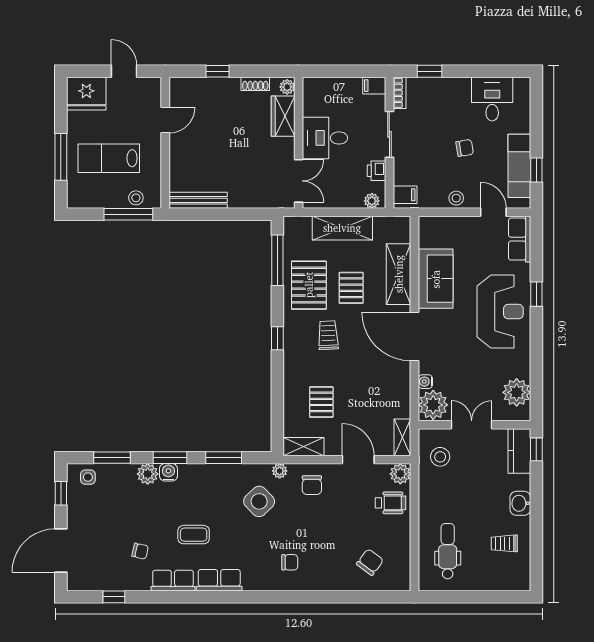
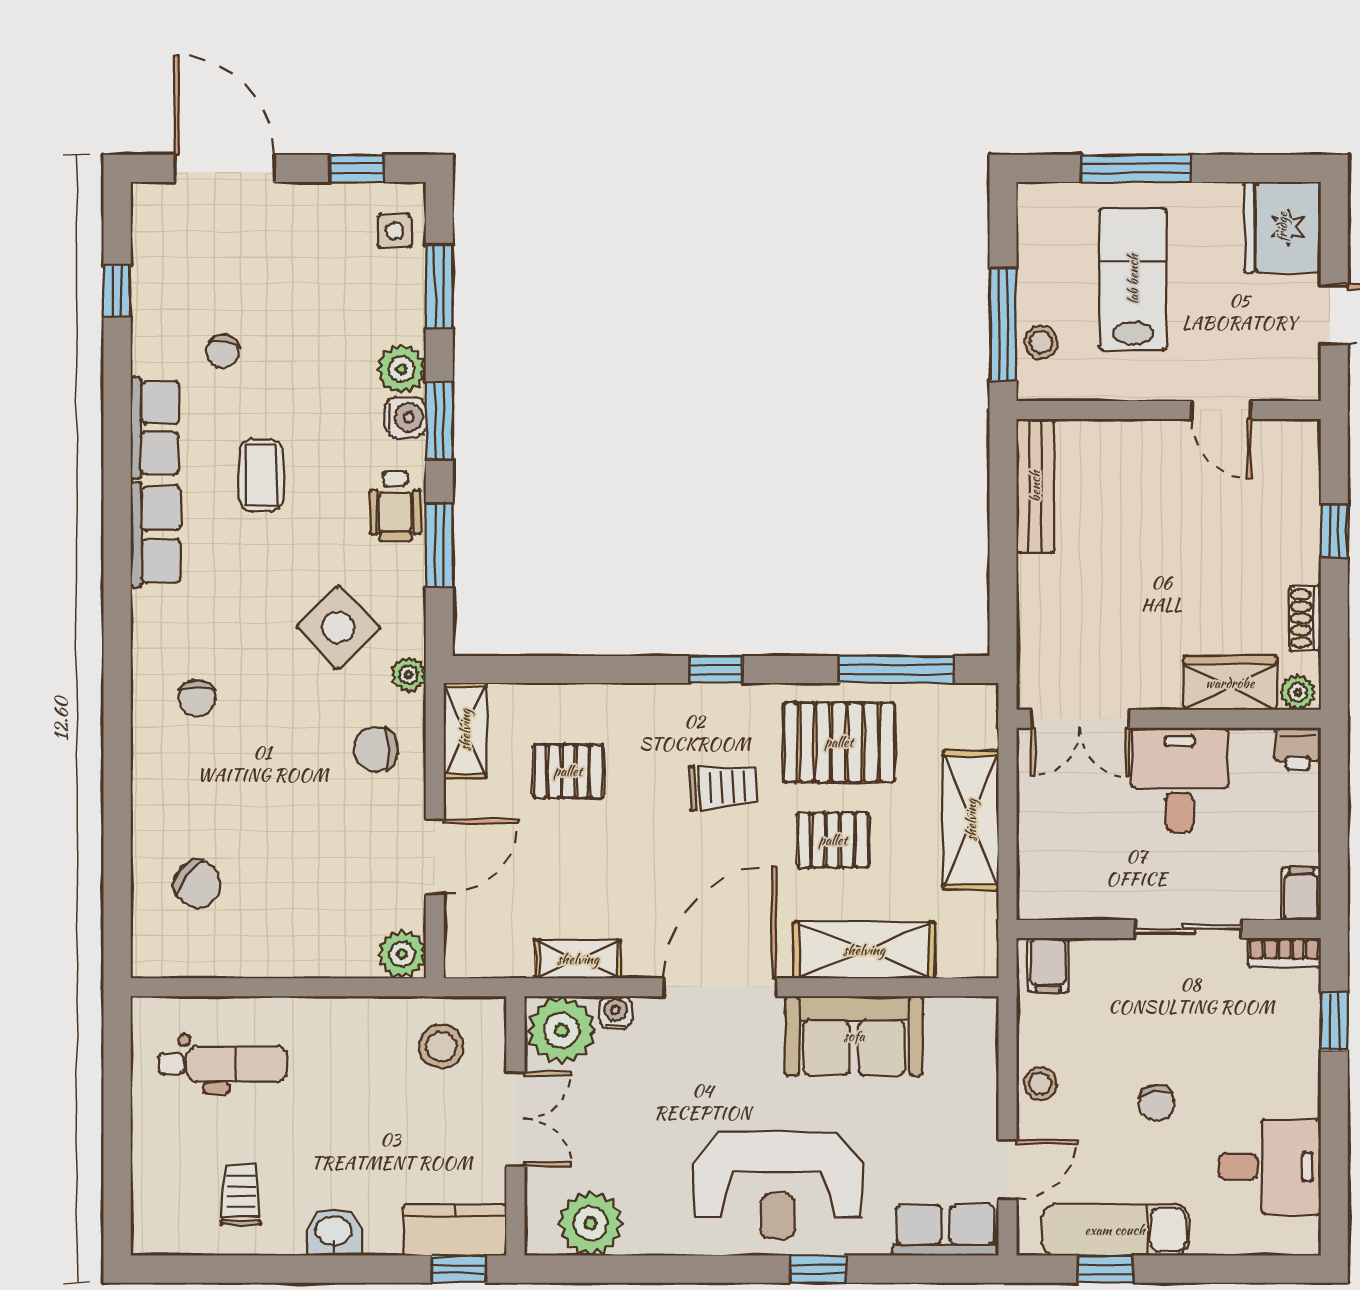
printer: (377, 171) -> (1298, 749), moved, turned 180
plant: (372, 201) -> (1034, 888), removed
shelving: (402, 437) -> (578, 959), moved
wheelchair: (390, 503) -> (395, 506), moved

